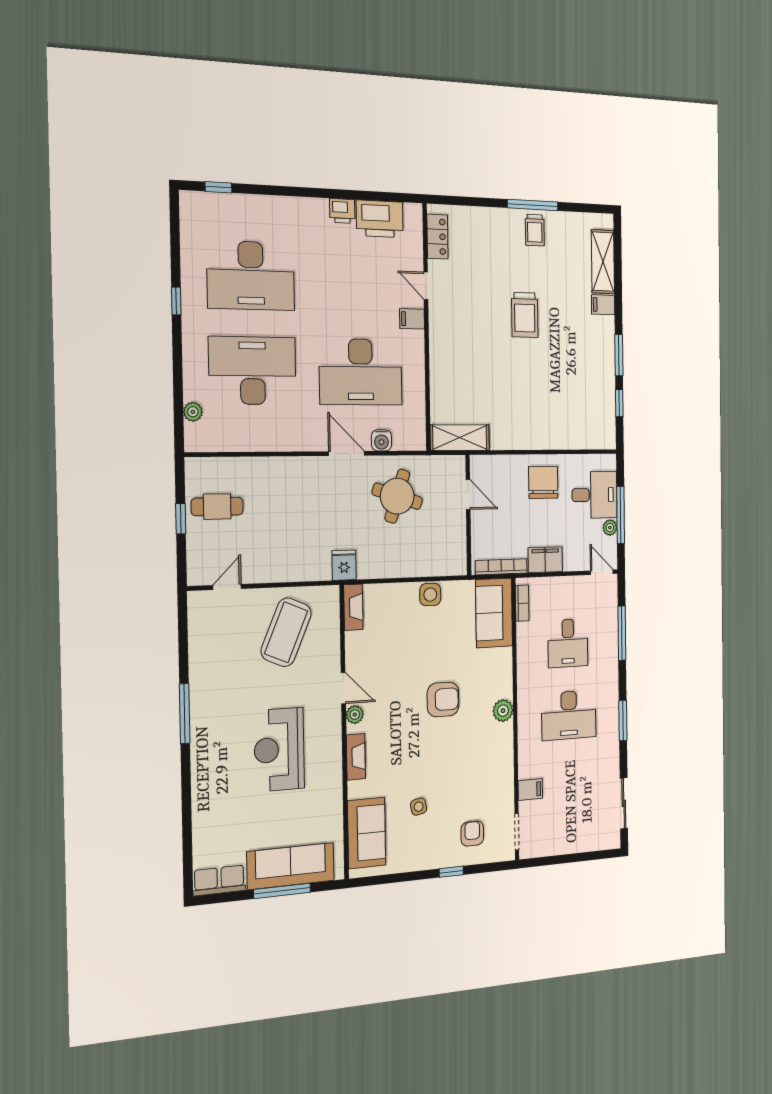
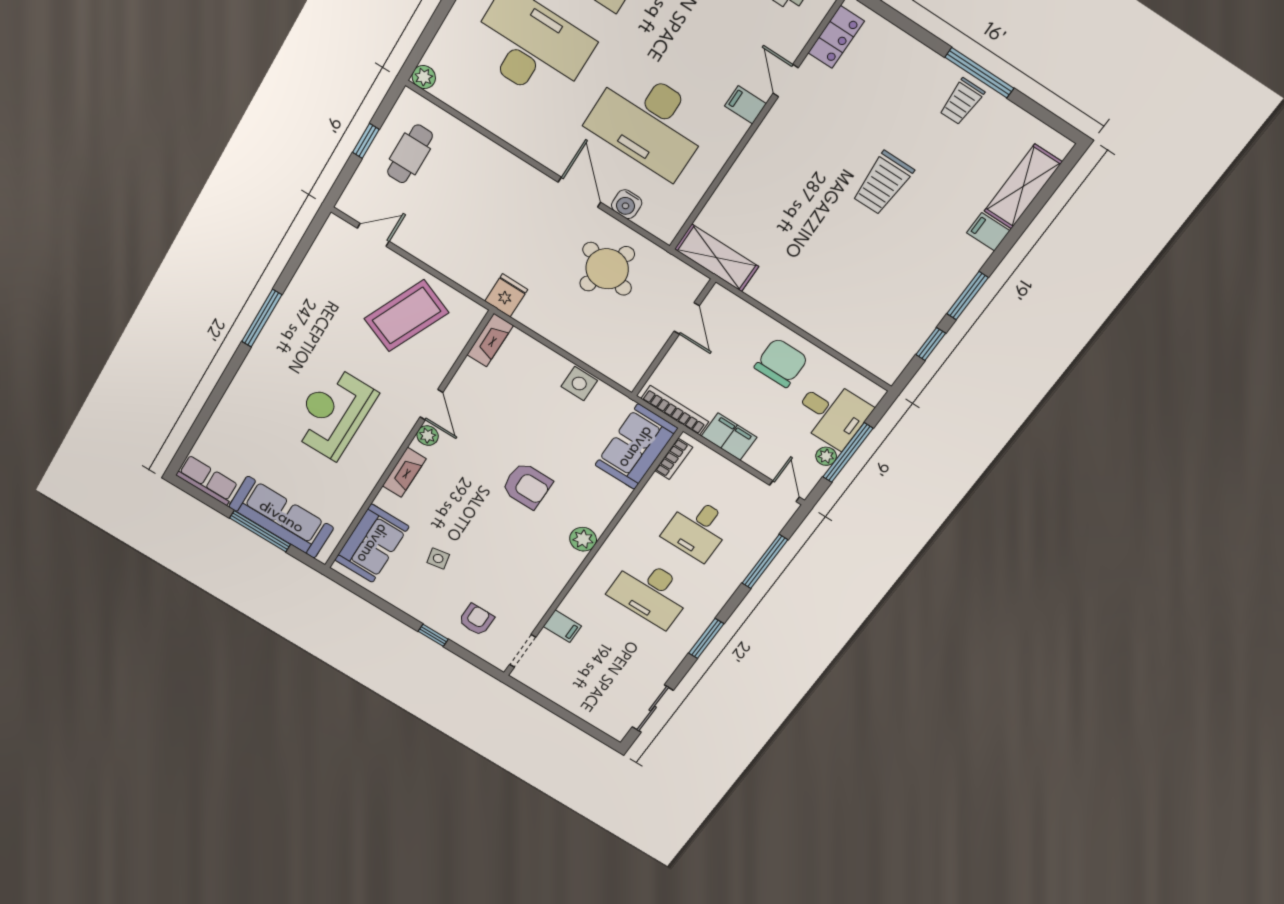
plant: (193, 412) -> (424, 77), moved
cafe table: (217, 507) -> (410, 154), turned 90

